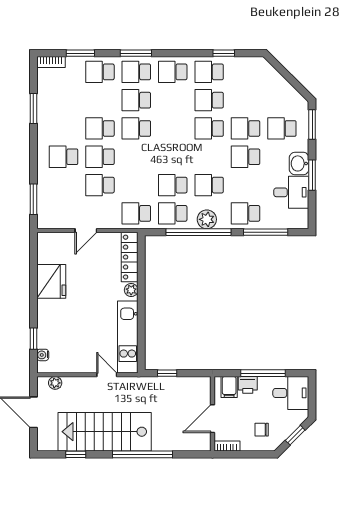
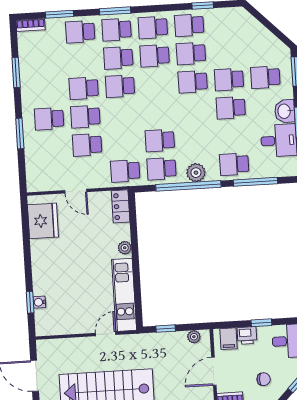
school desk: (209, 185) -> (155, 56), moved
window: (33, 199) -> (20, 133), moved
door: (86, 230) -> (76, 191), hinge flipped
locker: (130, 257) -> (121, 206), width x0.66
fridge: (51, 281) -> (43, 221), moved
water cooler: (43, 355) -> (39, 302), moved
window: (263, 373) -> (261, 323), width x0.46
door: (107, 375) -> (106, 334), hinge flipped
plant: (55, 383) -> (194, 337), moved
chair: (262, 430) -> (264, 379), turned 180

